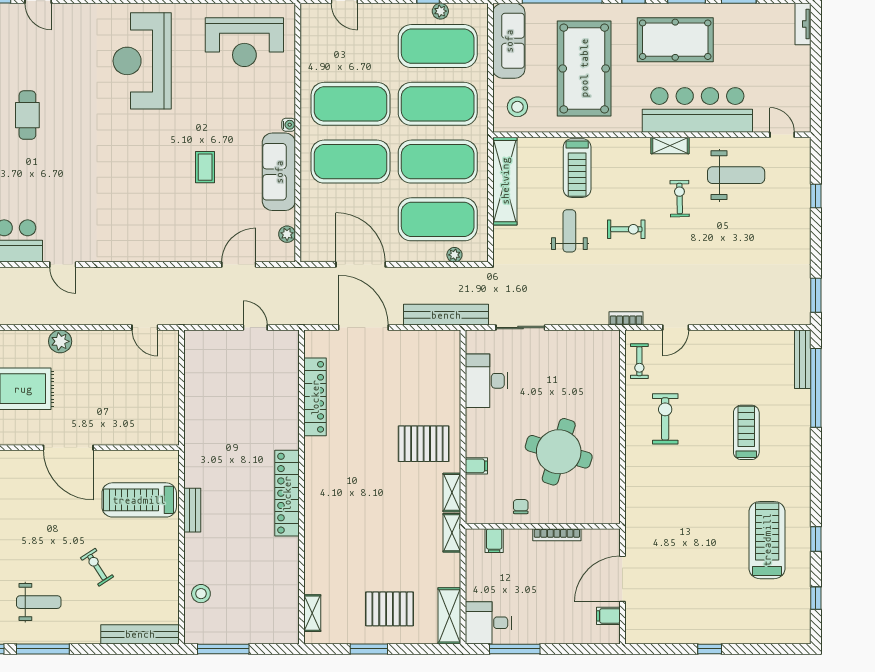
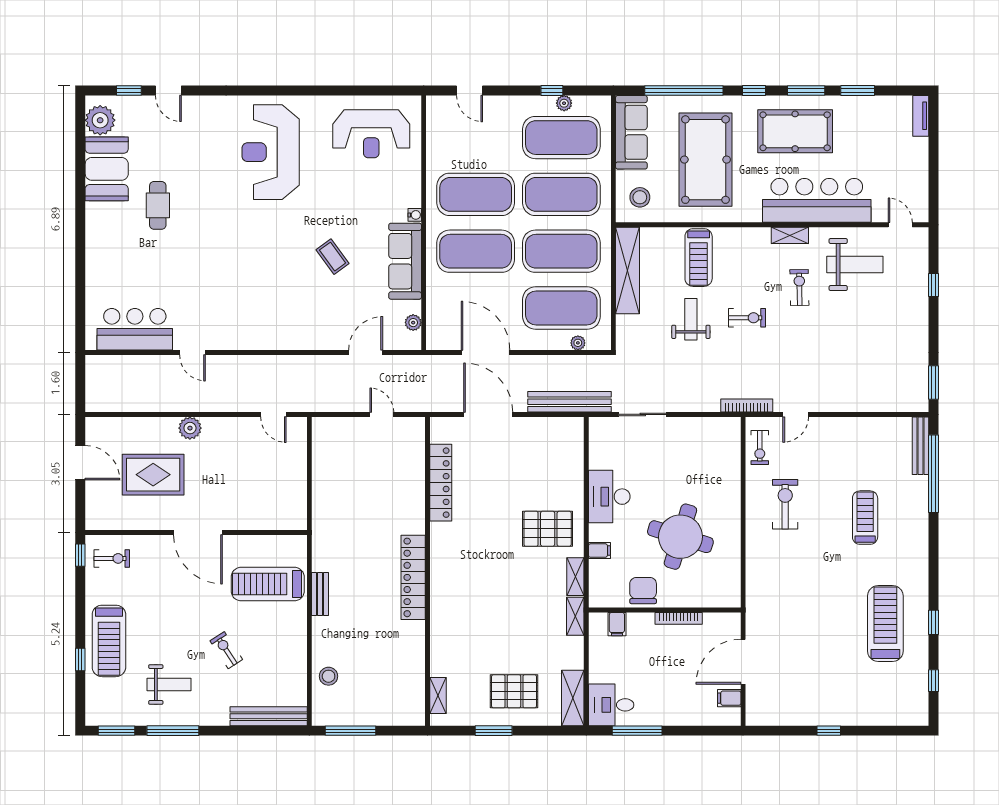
coffee table: (205, 167) -> (333, 257), turned -36
bookcase: (626, 318) -> (747, 406), width x1.56
desk: (486, 381) -> (609, 497), moved
chair: (521, 507) -> (643, 591), width x1.87, depth x1.87

